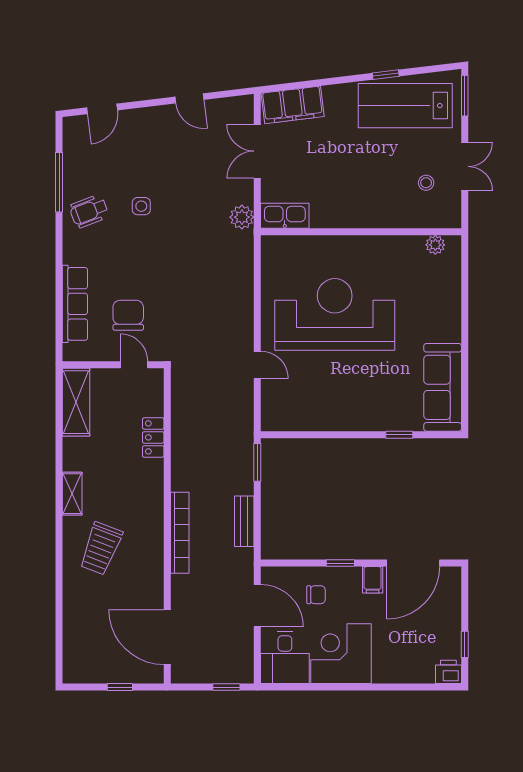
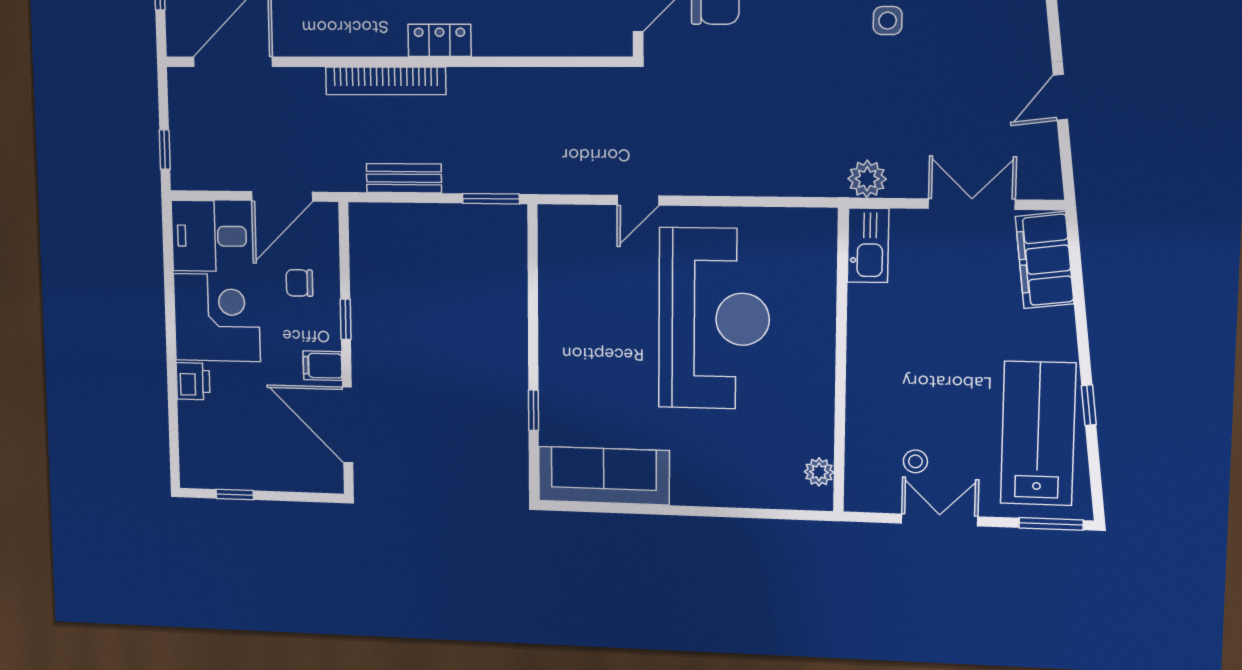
double door: (465, 166) -> (940, 520), swing flipped
locker: (153, 437) -> (440, 40), moved
chair: (316, 595) -> (299, 283), turned 90
printer: (448, 672) -> (193, 381), moved

